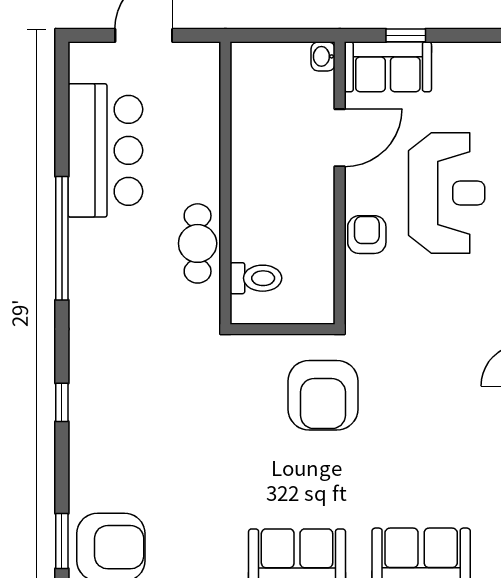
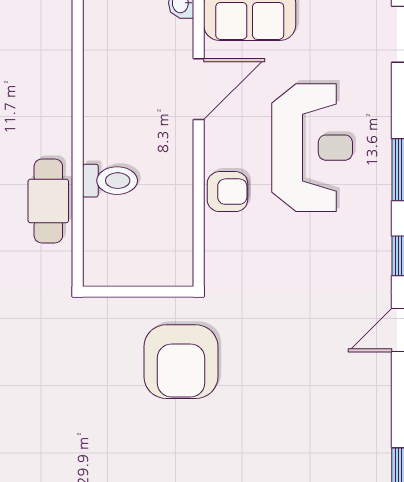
armchair: (367, 235) -> (227, 192), turned 90
toilet: (256, 278) -> (110, 181), moved

